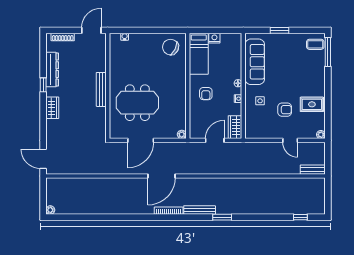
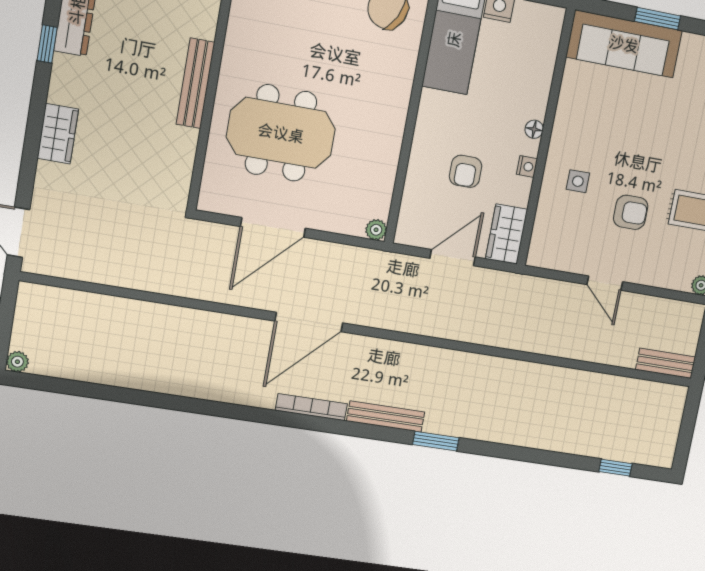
sofa: (255, 62) -> (624, 44), moved, turned 90
armchair: (206, 94) -> (466, 171), moved
wardrobe: (52, 108) -> (58, 134), moved
door: (290, 140) -> (605, 283), moved

